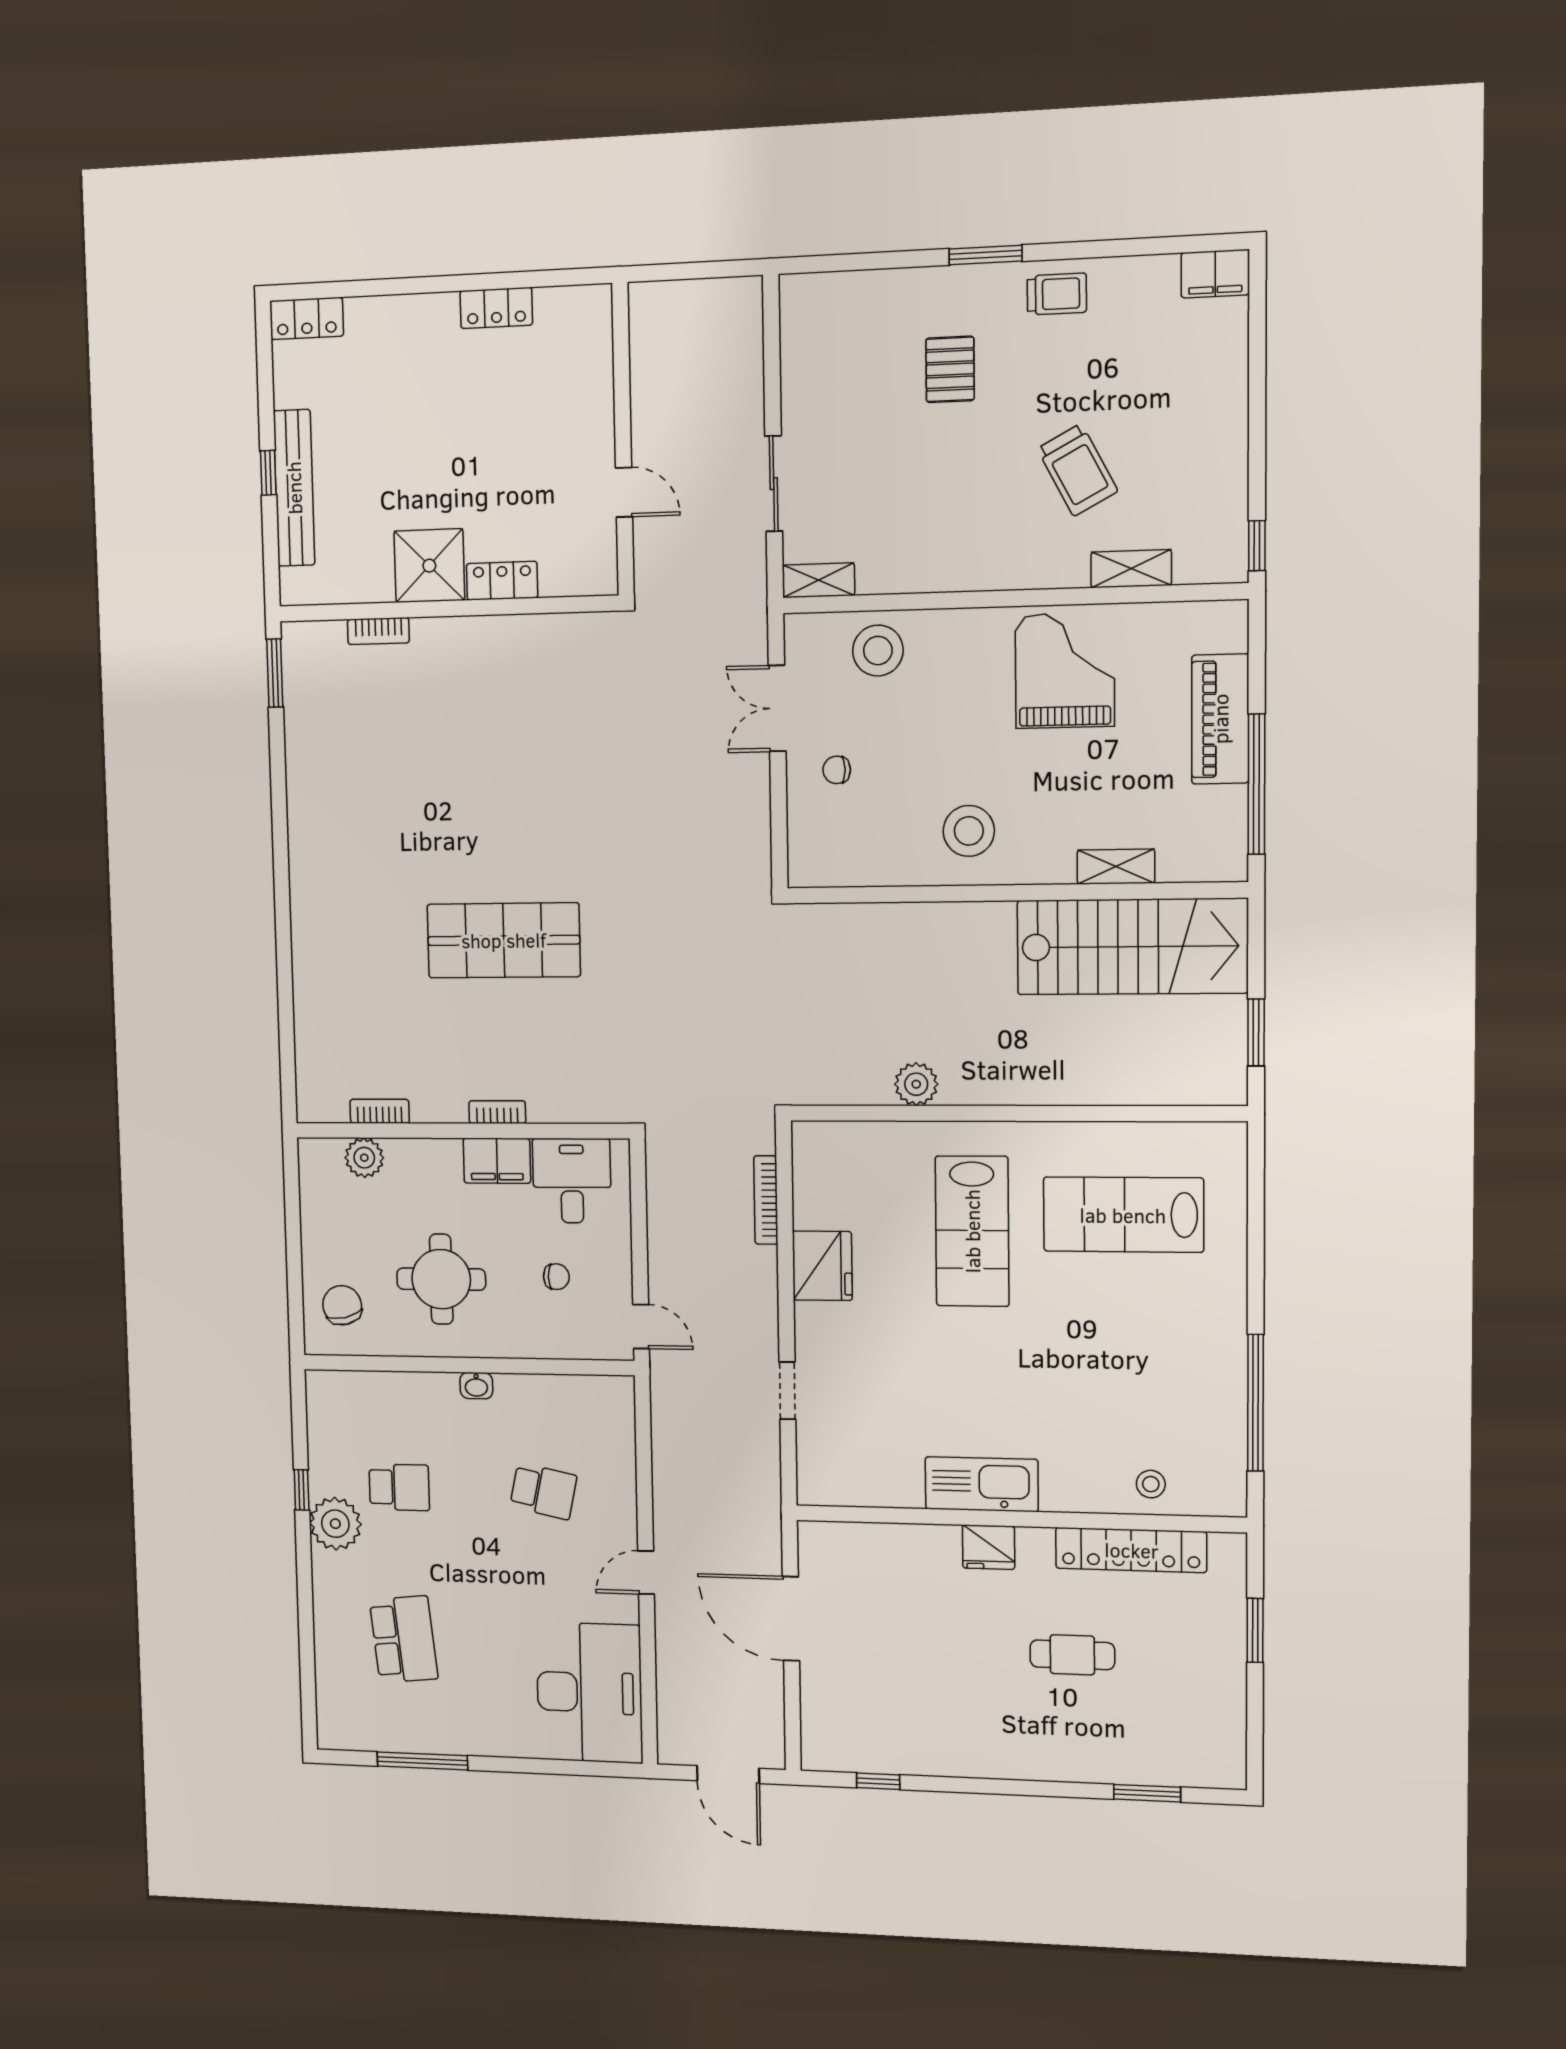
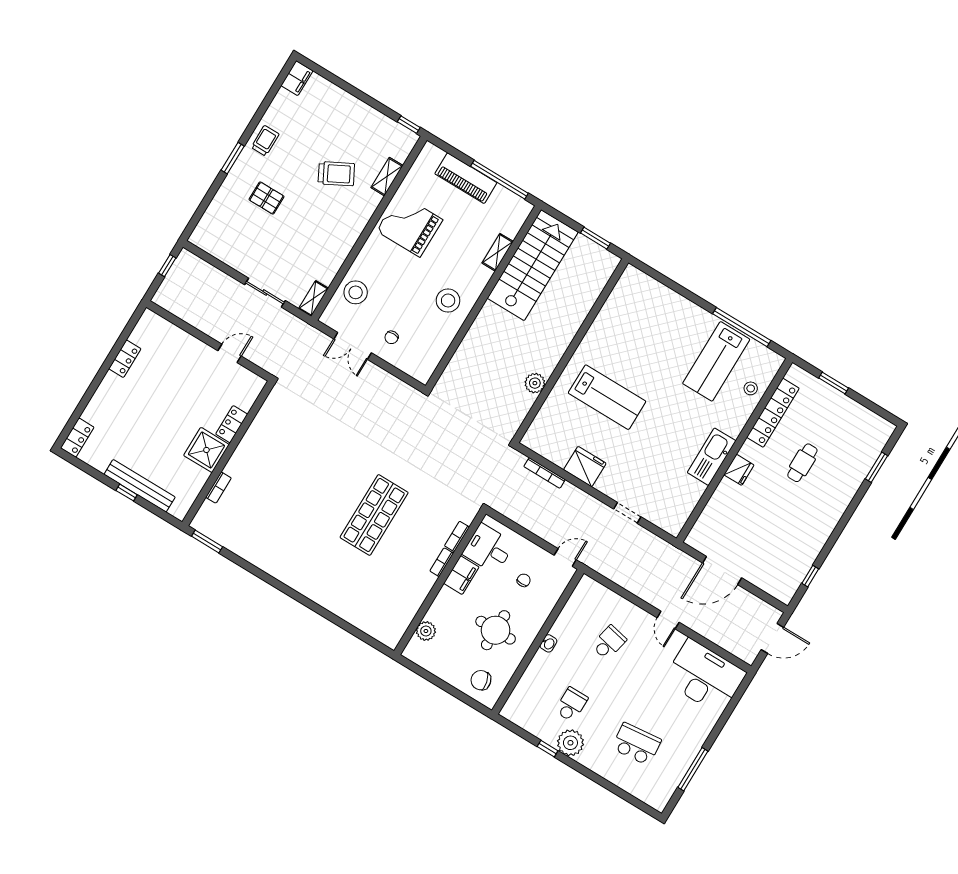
window: (711, 270) -> (167, 266), added
bookcase: (380, 1111) -> (457, 536), moved
lab bench: (1123, 1215) -> (716, 361), moved

